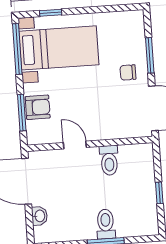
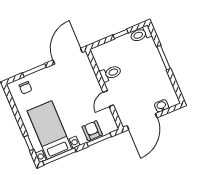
chair: (128, 72) -> (25, 88), moved
toilet: (106, 224) -> (141, 34), moved

